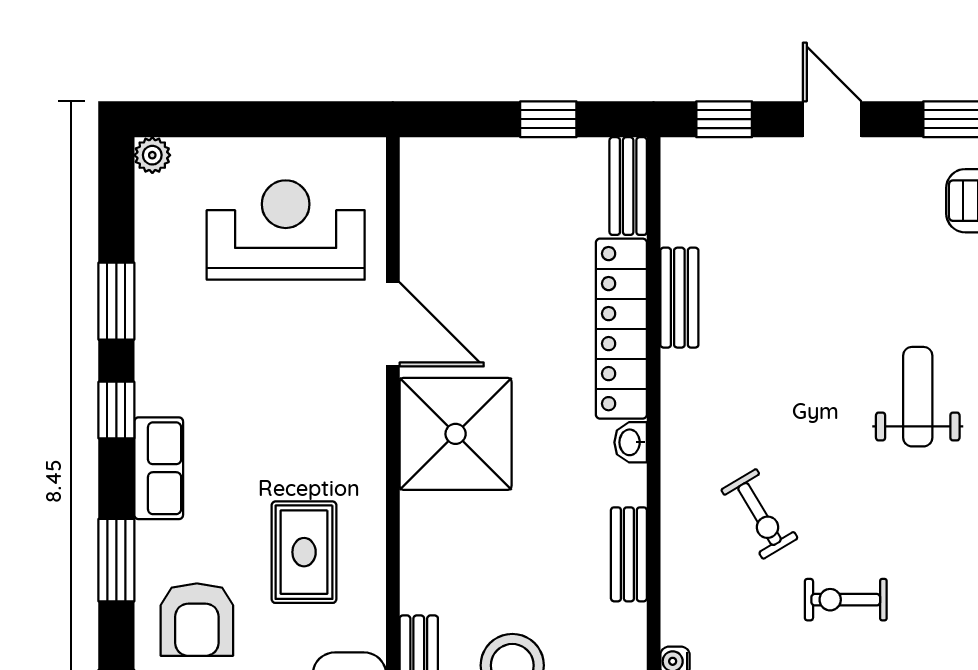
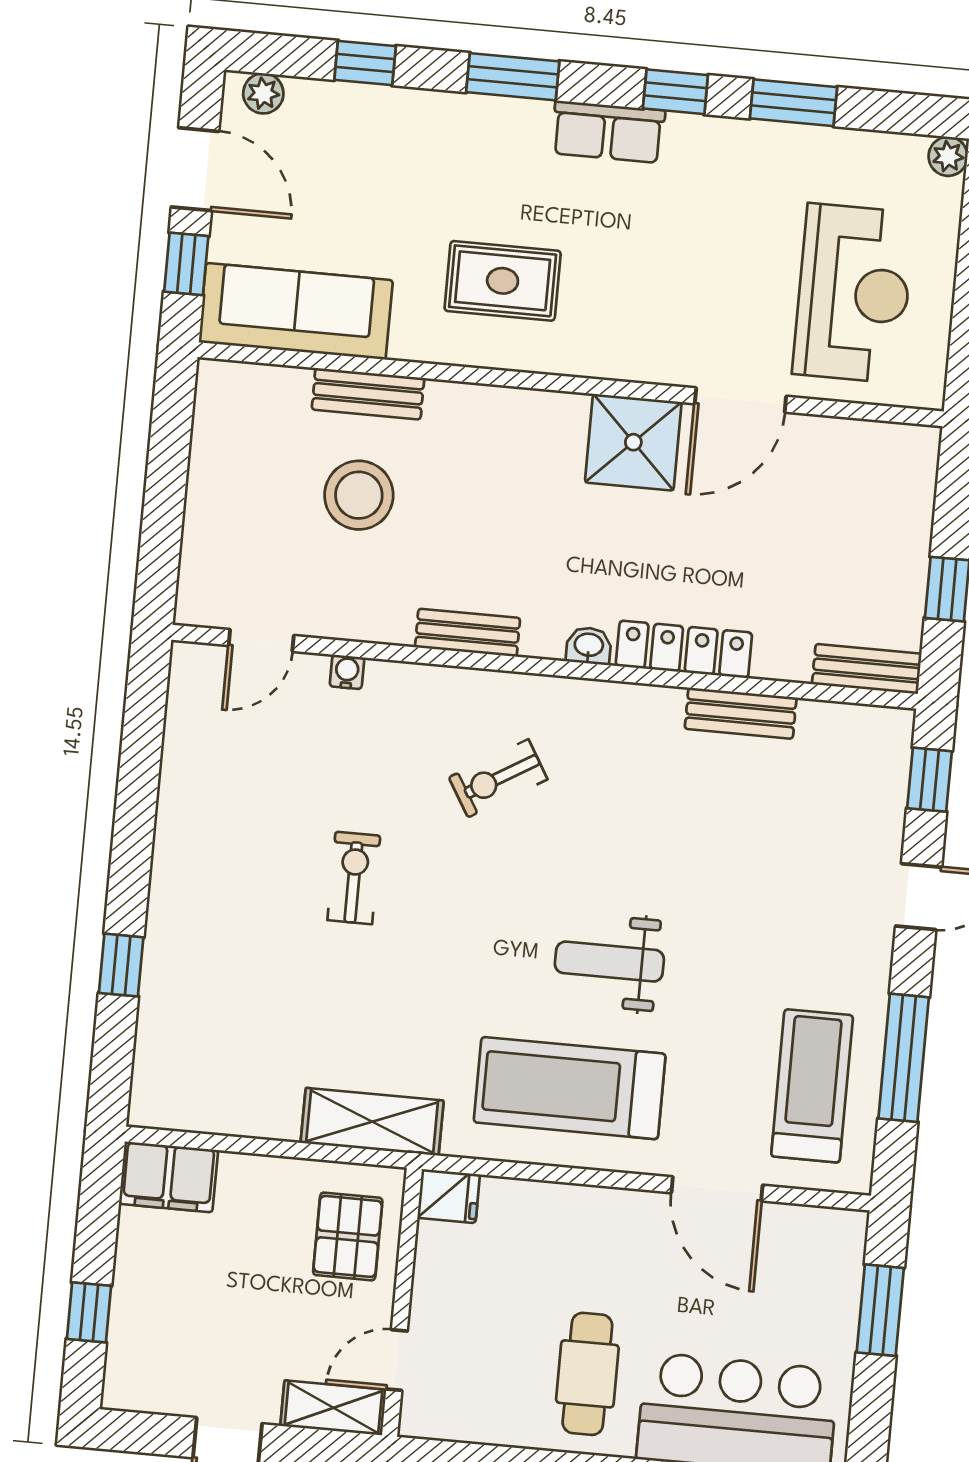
locker: (621, 329) -> (684, 649), width x0.71, depth x0.83
weight bench: (918, 397) -> (609, 962), turned 180
shower: (456, 434) -> (633, 442), width x0.73, depth x0.73
exercise bike: (846, 600) -> (354, 878), moved
armchair: (197, 620) -> (440, 158), removed

